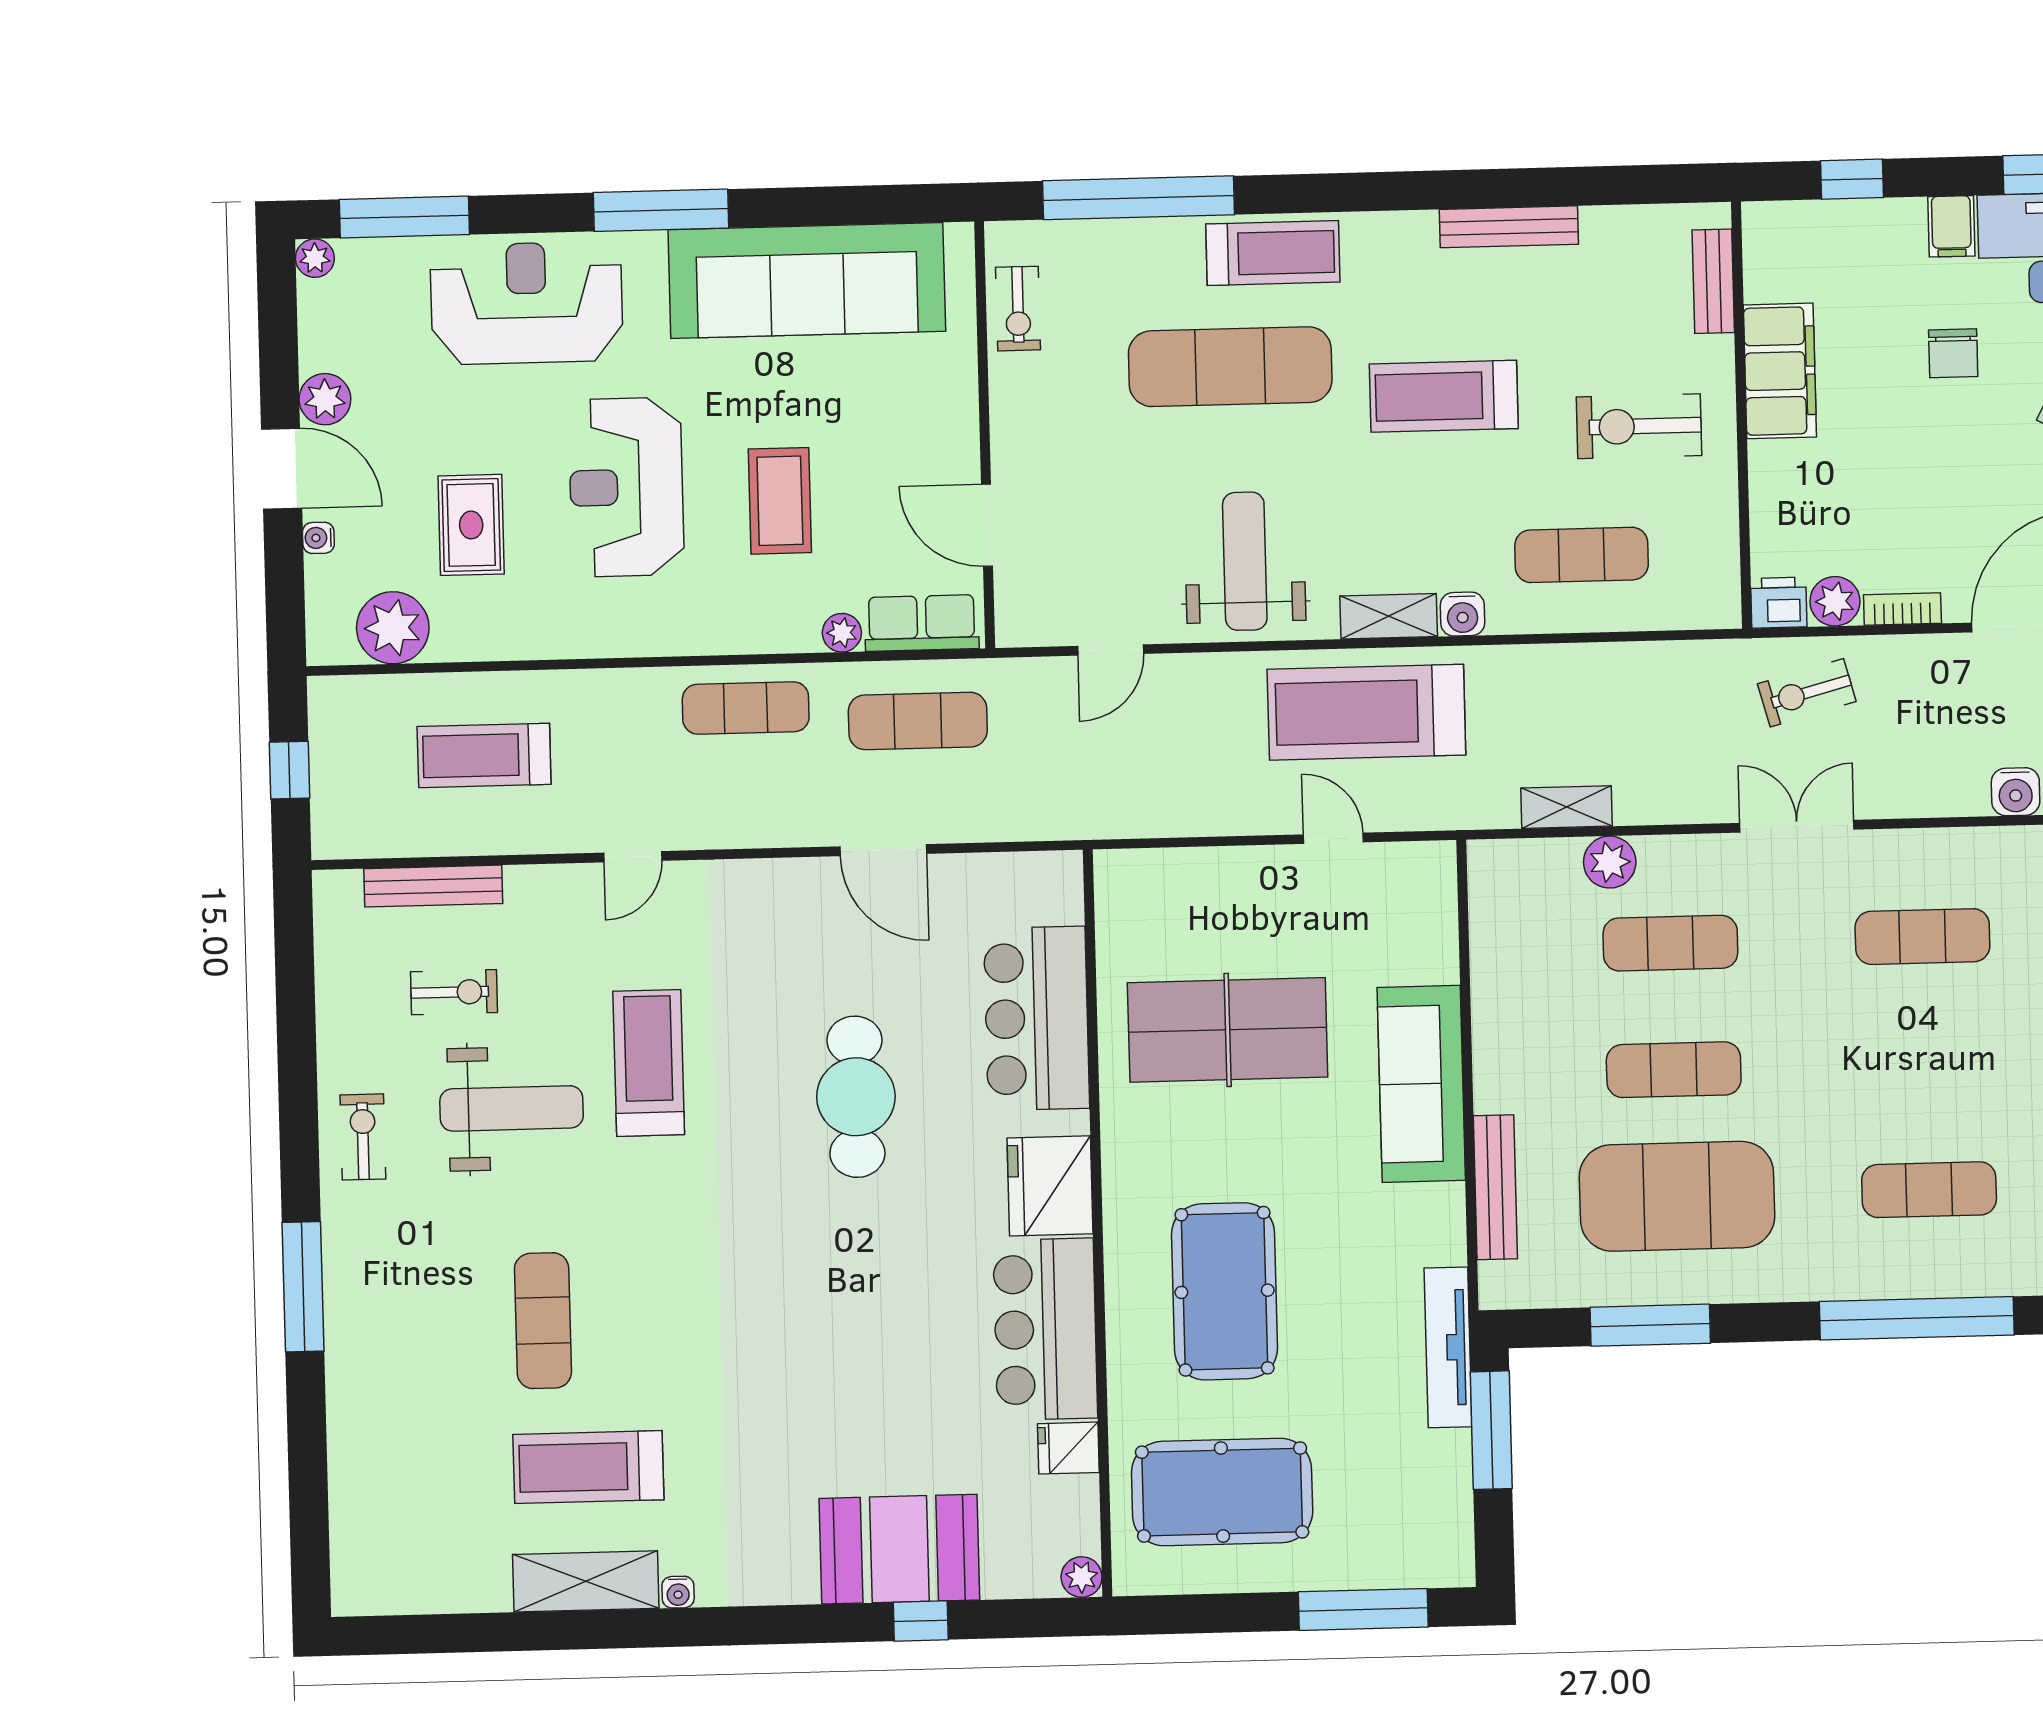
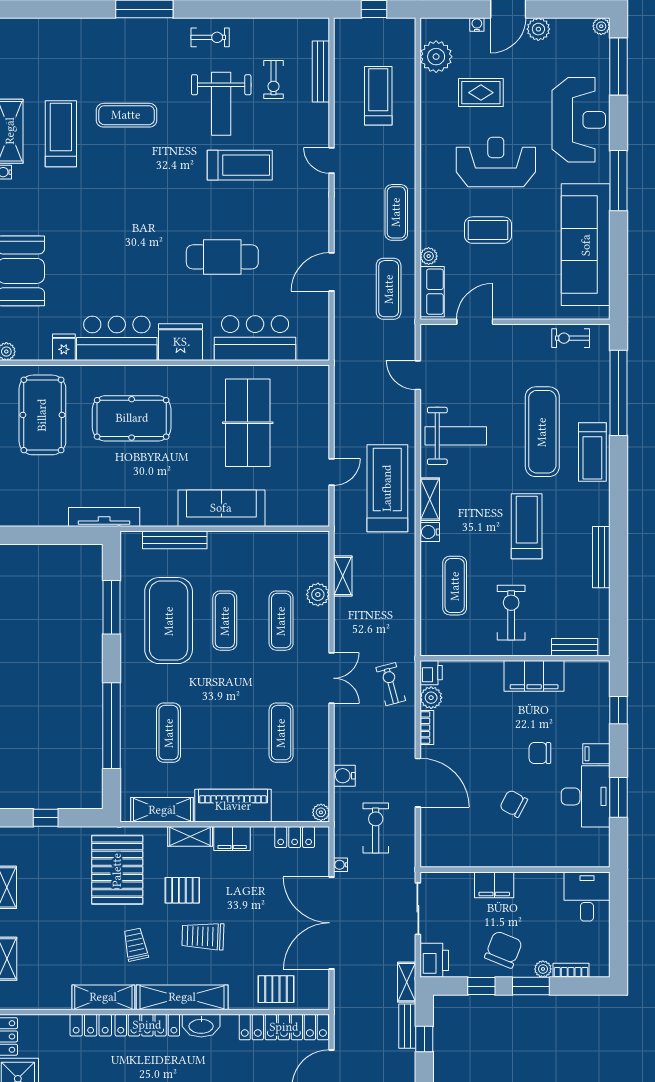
window: (1491, 1430) -> (67, 535), removed

